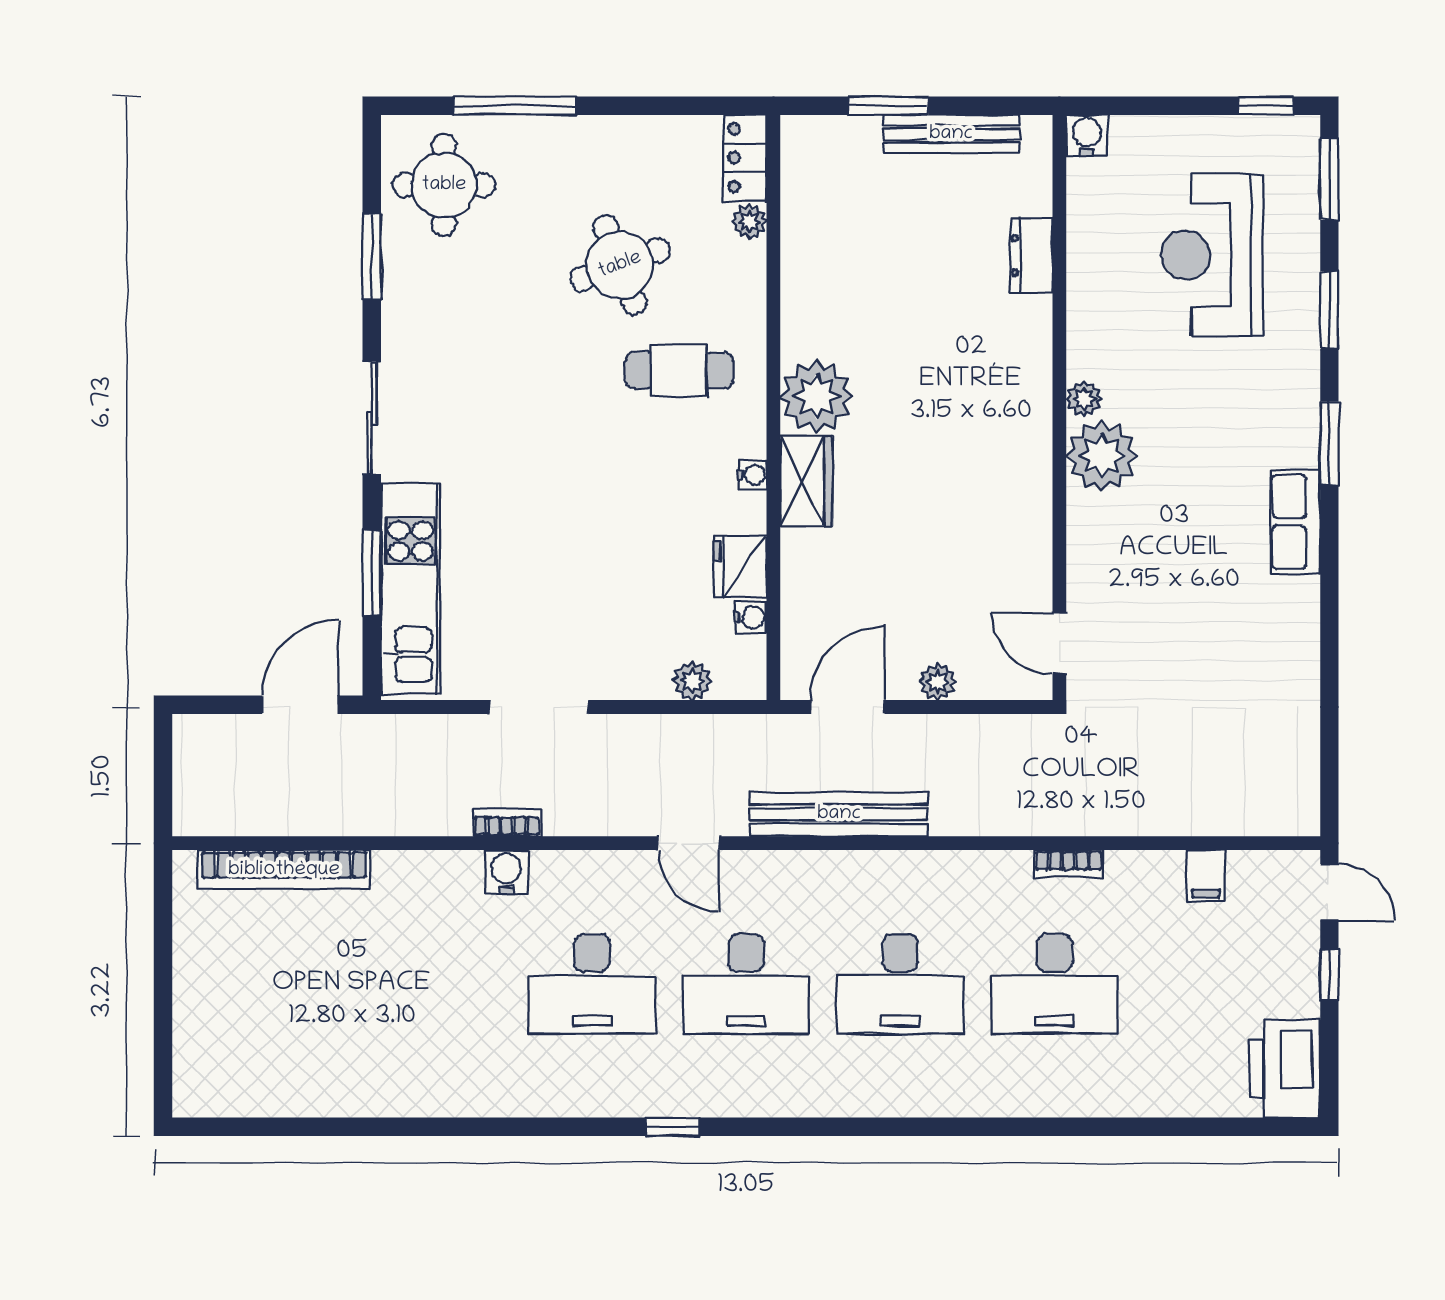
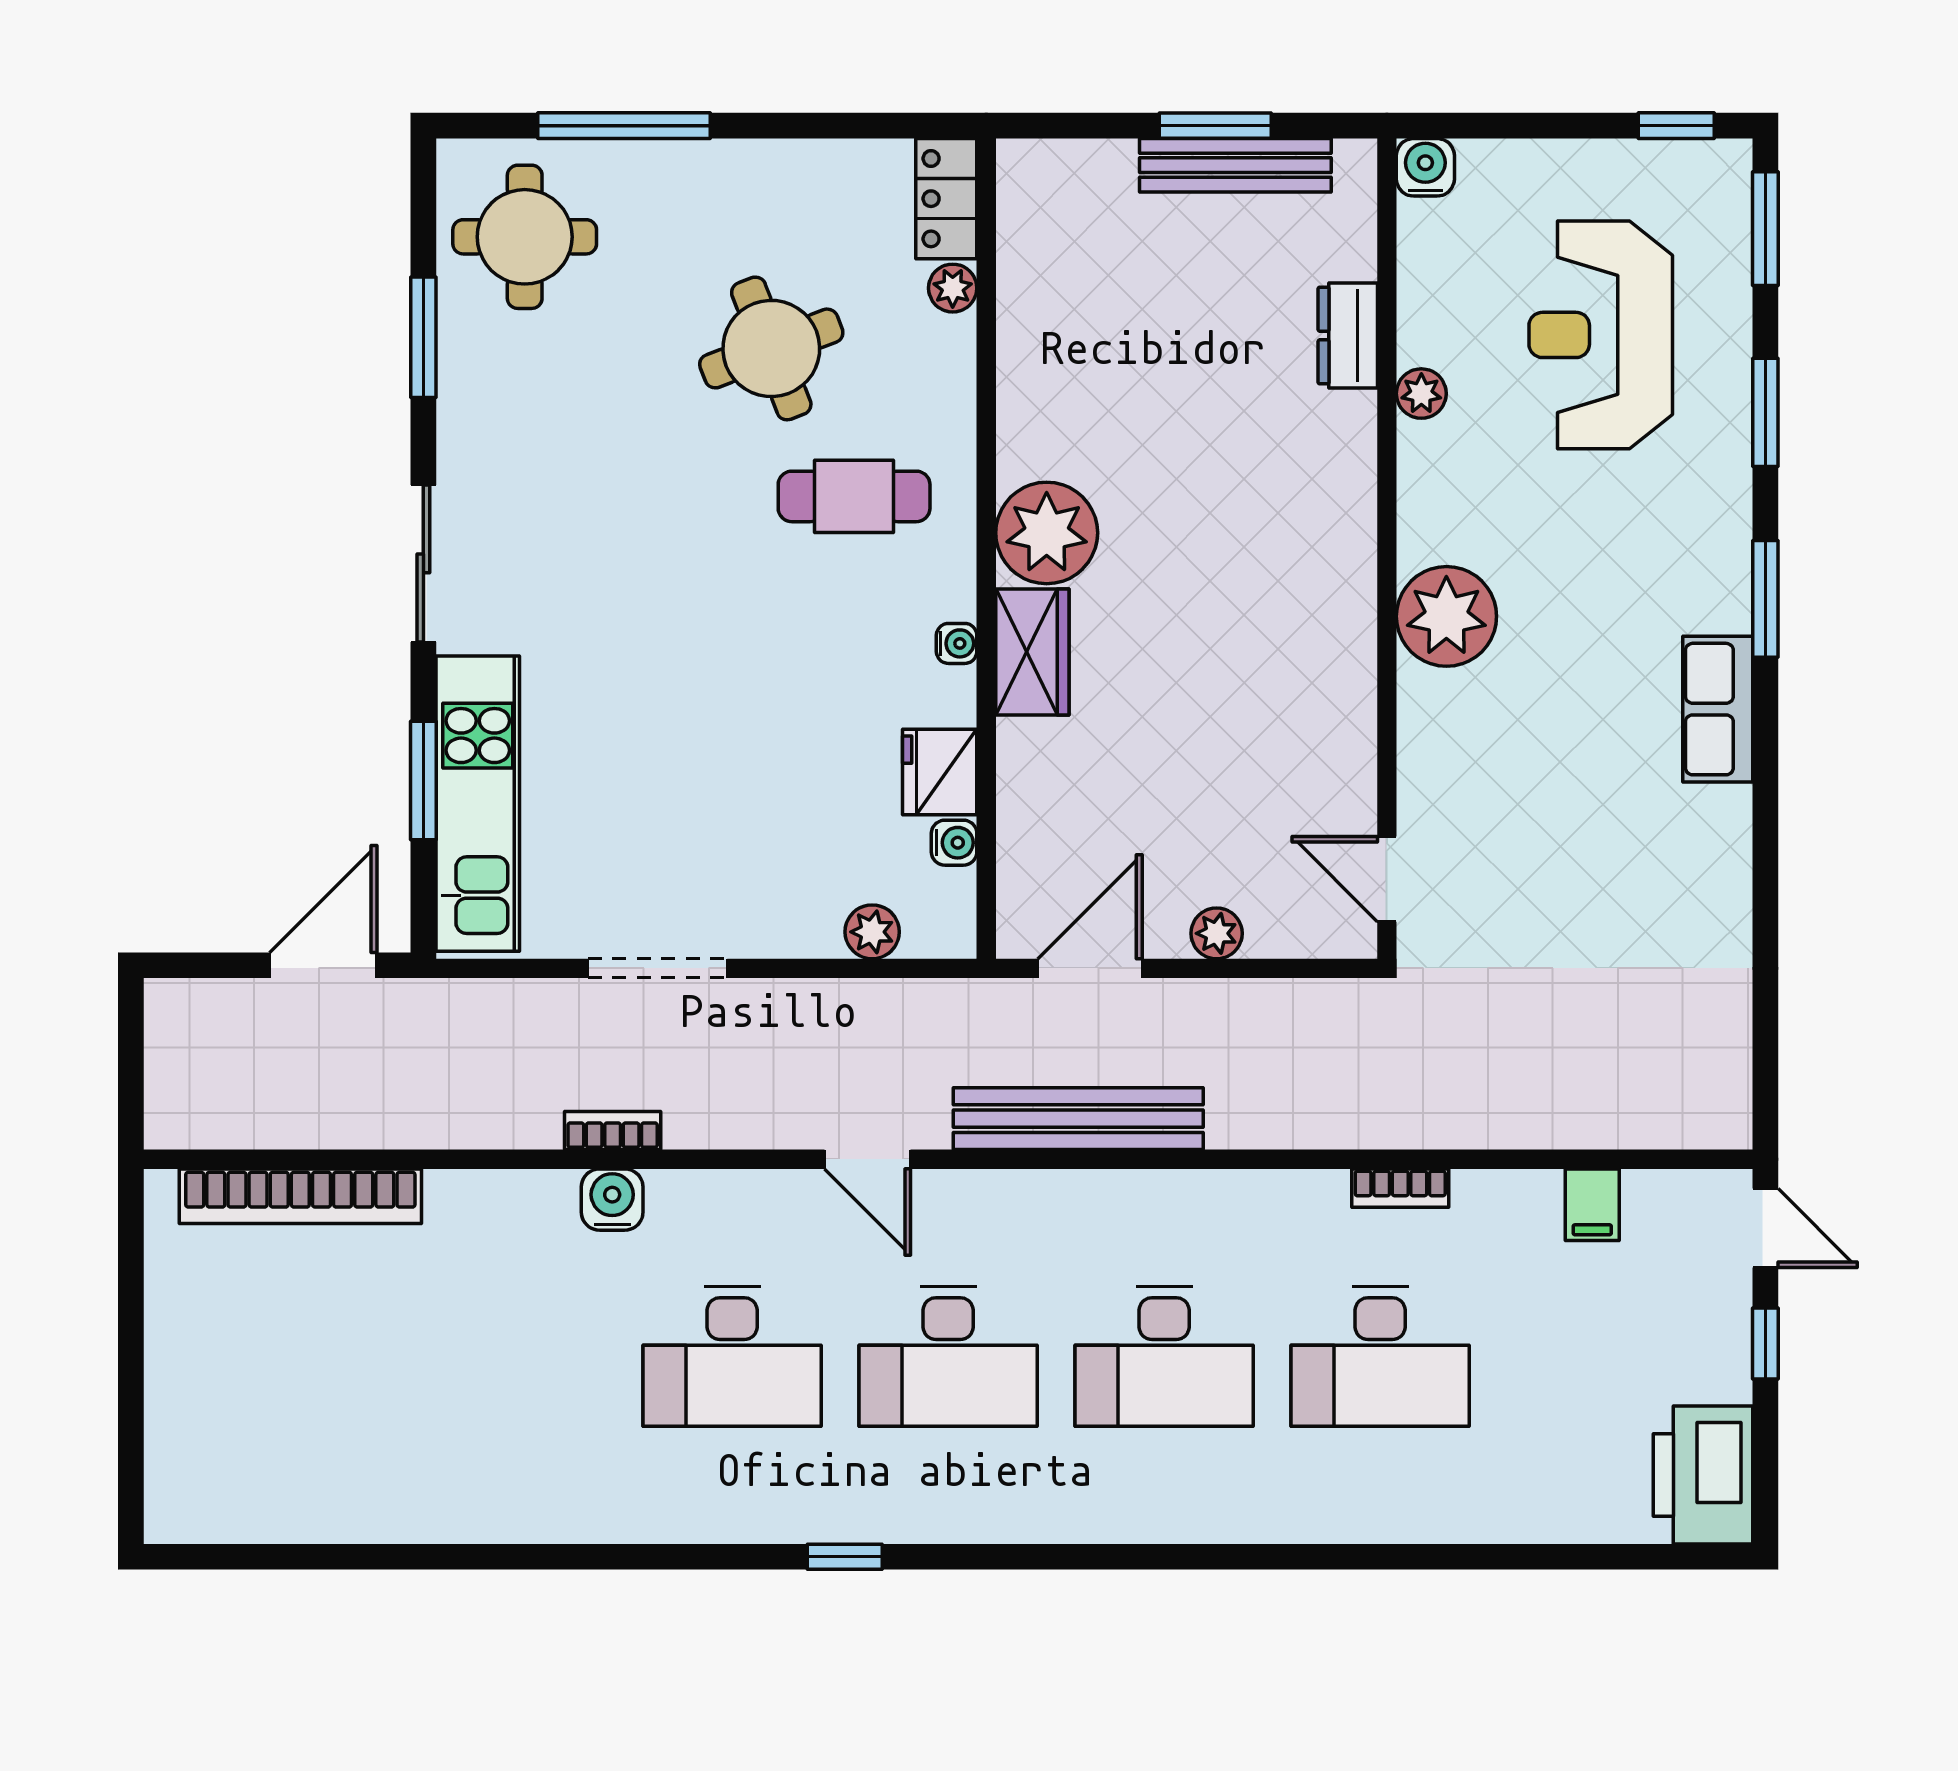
window: (888, 106) -> (1215, 126), moved
plant: (1084, 399) -> (1421, 394), moved

